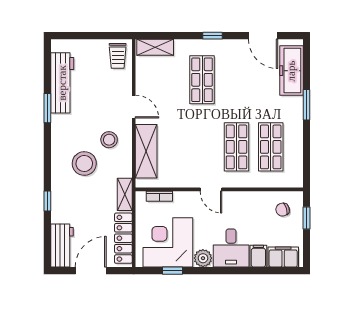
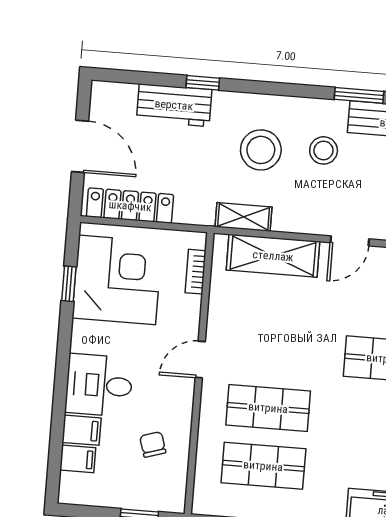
stool: (109, 140) -> (324, 150), moved
shelving: (125, 194) -> (244, 217), moved
chair: (283, 210) -> (153, 444), moved
workbench: (62, 246) -> (174, 105), moved
filing cabinet: (283, 257) -> (78, 459), width x0.50
plant: (203, 258) -> (86, 337), removed

